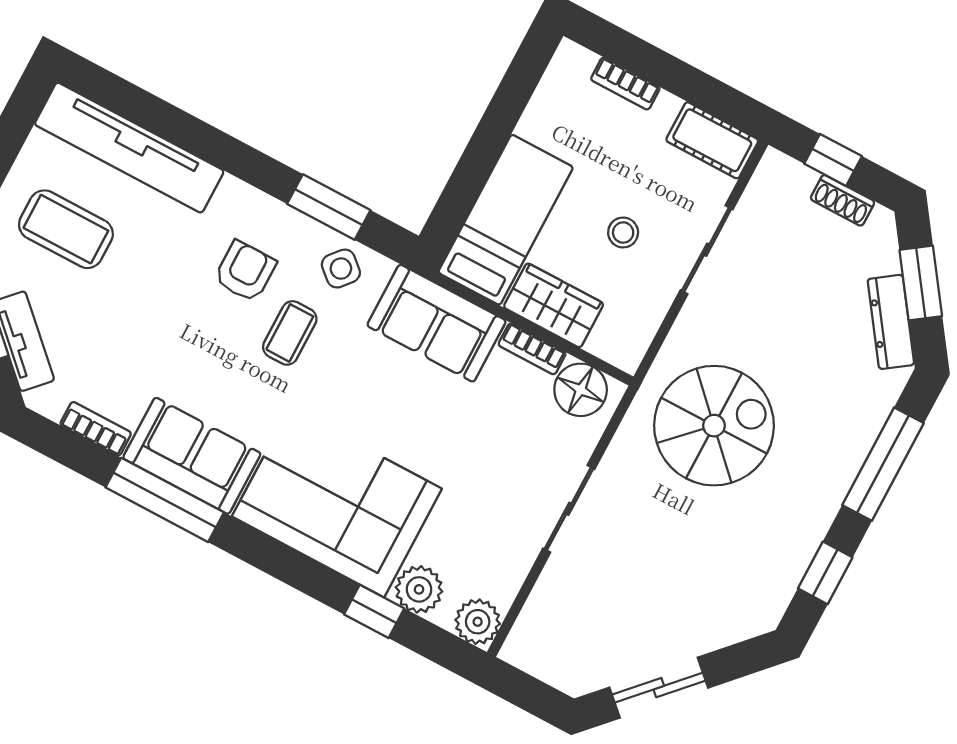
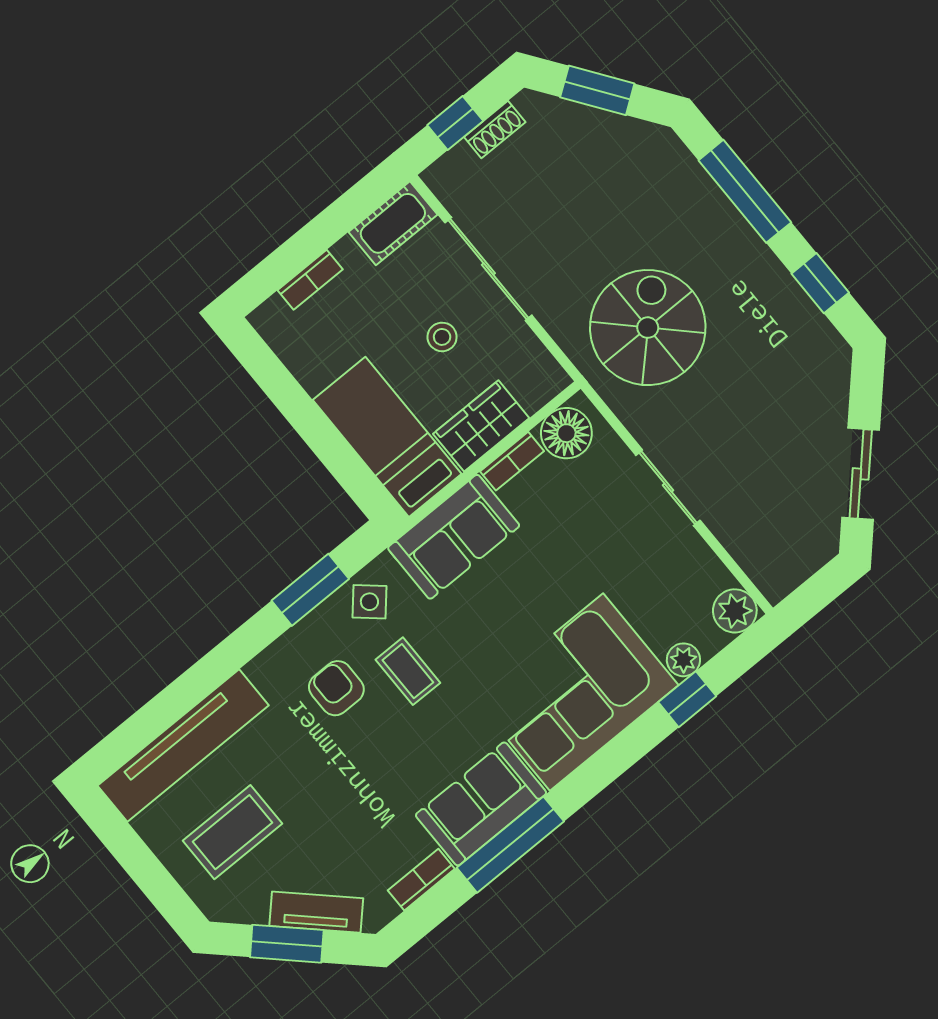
sliding door: (707, 250) -> (488, 269), width x1.37
dresser: (891, 322) -> (621, 132), removed
plant: (419, 589) -> (683, 660), width x0.73, depth x0.73

